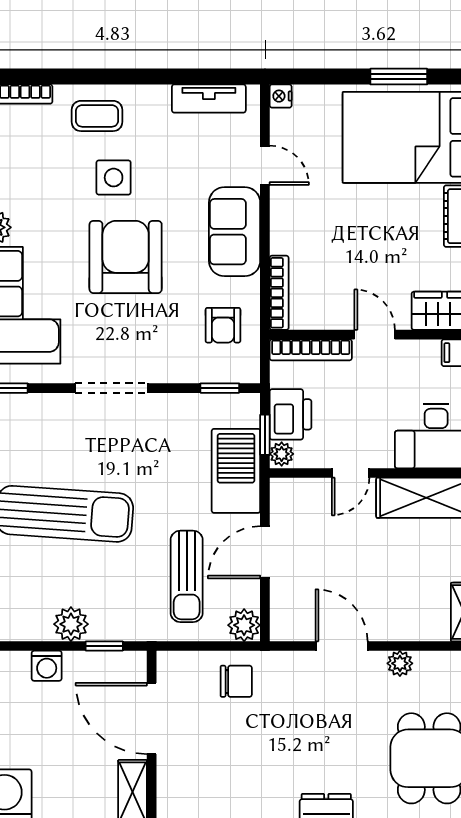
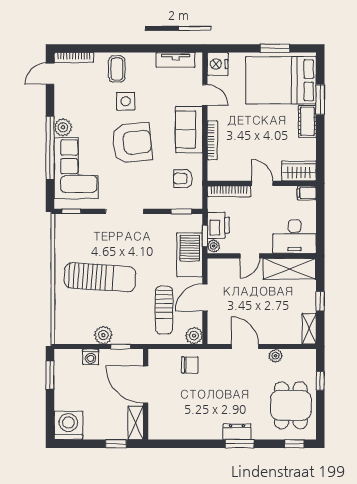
nightstand: (281, 96) -> (218, 64), width x1.89, depth x1.79
coffee table: (97, 116) -> (117, 69), turned 90
armchair: (126, 257) -> (132, 143), turned 85
bookcase: (279, 293) -> (212, 140), moved
armchair: (223, 325) -> (183, 179), turned 90

